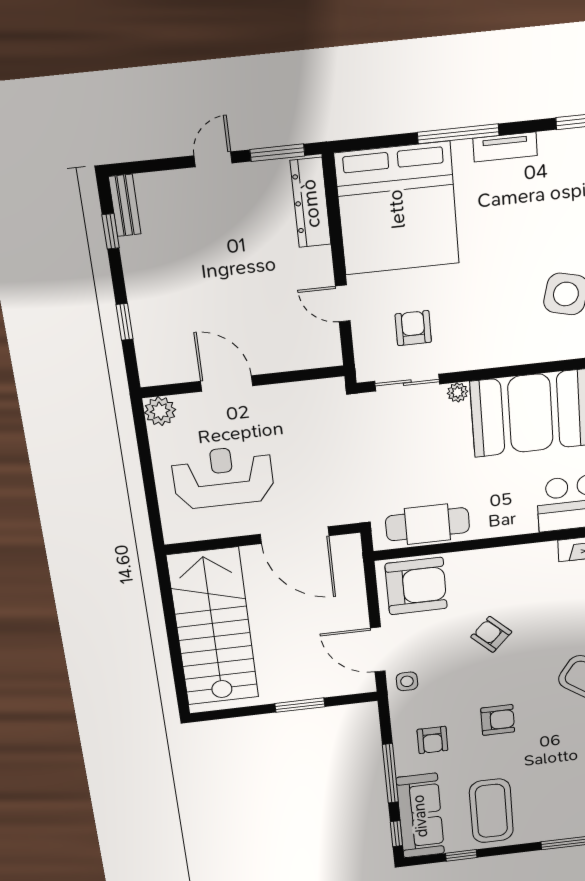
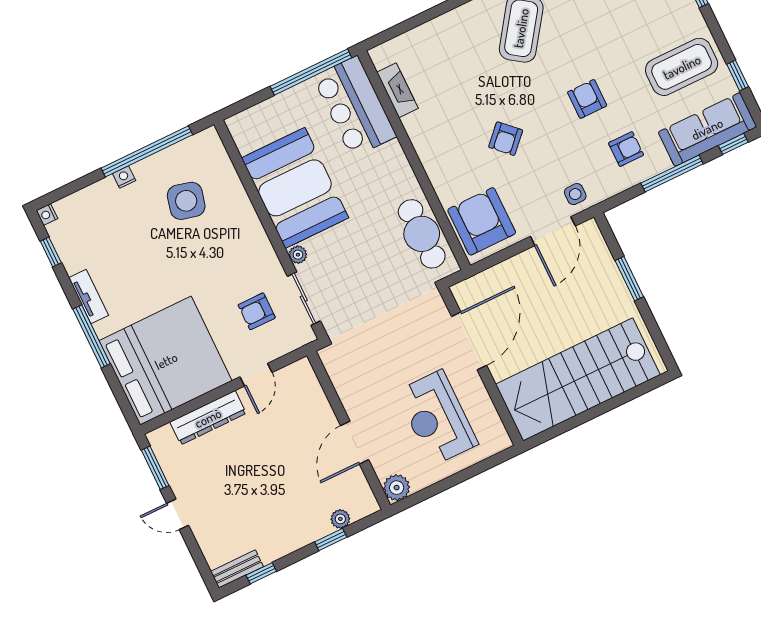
dresser: (311, 203) -> (208, 418), moved
plant: (145, 340) -> (340, 519), added

